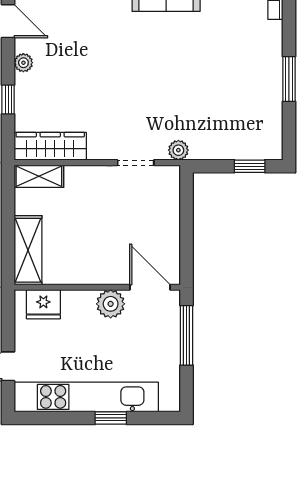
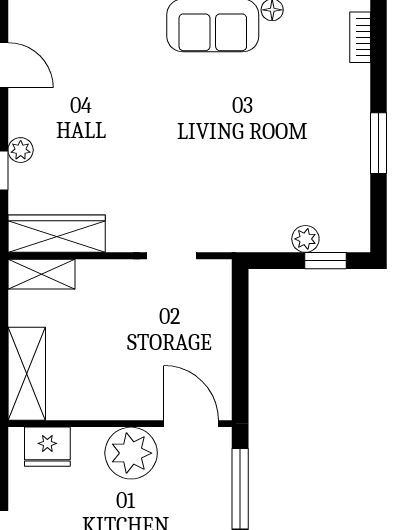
plant: (23, 63) -> (21, 150), moved
plant: (178, 150) -> (305, 239), moved
plant: (111, 304) -> (131, 453), width x1.36, depth x1.36

